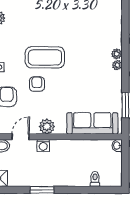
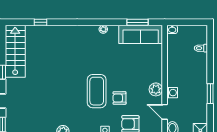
plant: (117, 54) -> (94, 30), removed
sofa: (92, 123) -> (141, 34), moved, turned -90

